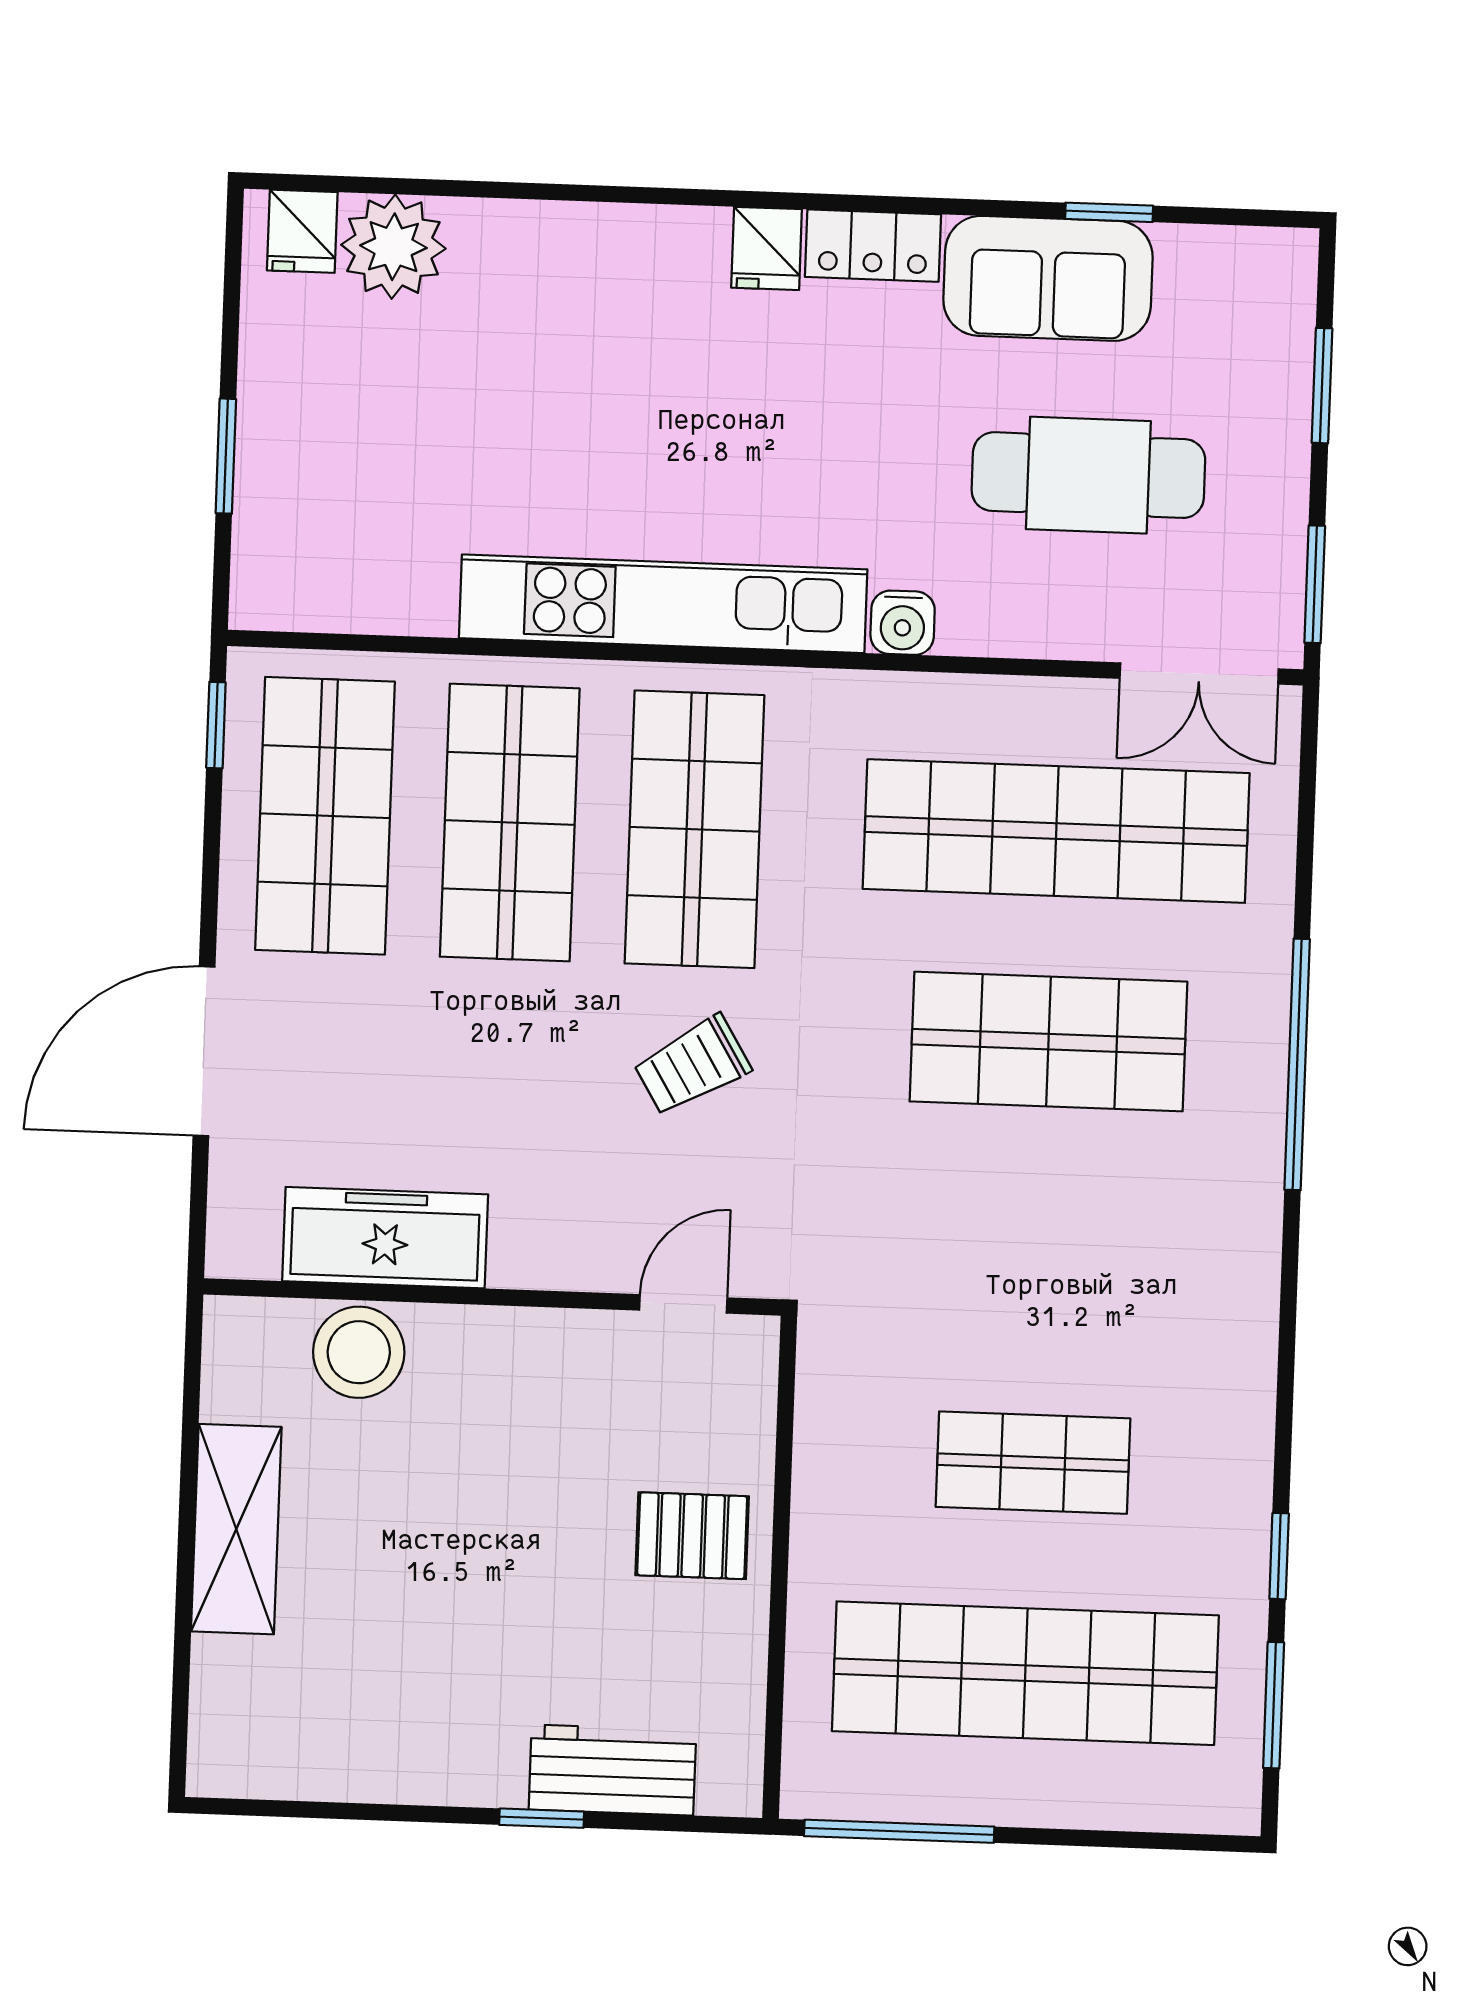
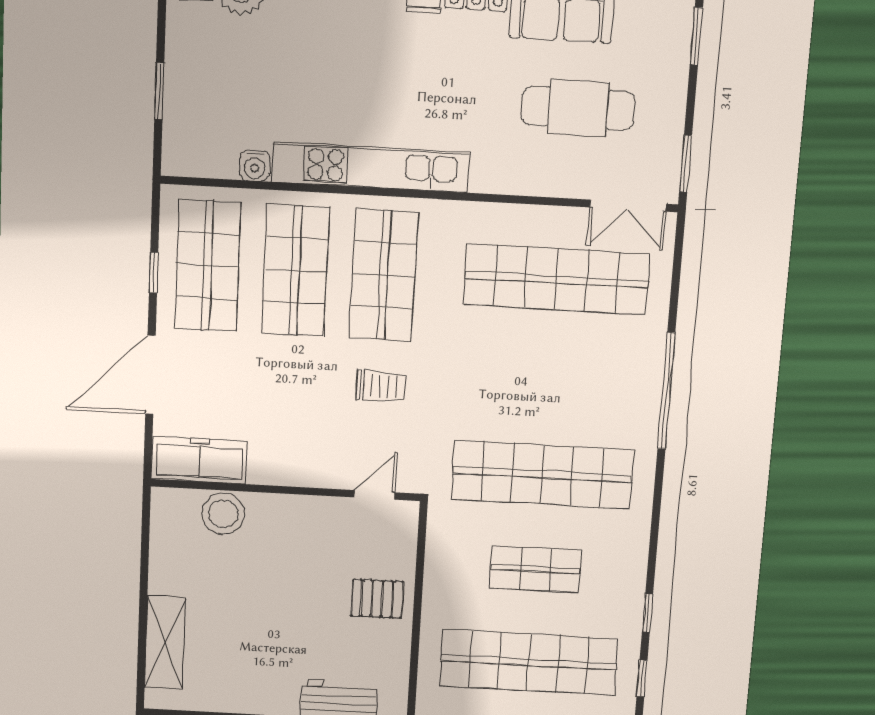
window: (1322, 386) -> (696, 36), moved
water cooler: (903, 623) -> (255, 166), moved
window: (216, 725) -> (154, 273), moved
shop shelf: (1048, 1042) -> (542, 475), moved, width x1.40
trolley: (692, 1066) -> (381, 386), turned -149
freezer: (385, 1238) -> (199, 460), moved
shelving: (236, 1529) -> (165, 642), moved
window: (1274, 1705) -> (642, 678), width x0.67

